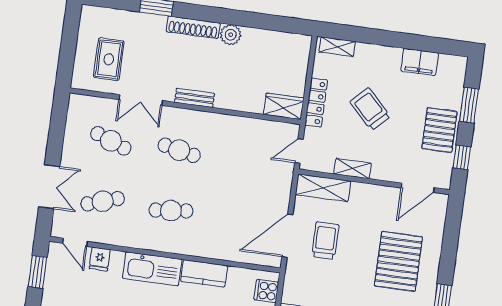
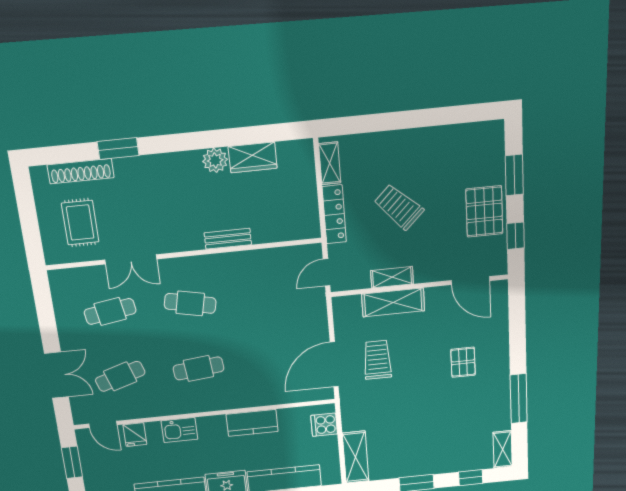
shoe rack: (193, 27) -> (81, 171), moved
shelving: (337, 47) -> (330, 163), moved, turned 90
filing cabinet: (420, 62) -> (447, 139), removed
bench: (195, 98) -> (228, 239), moved
wardrobe: (284, 106) -> (253, 157), moved, turned 180
cafe table: (111, 141) -> (110, 311), turned -30
shelving: (323, 188) -> (393, 302), moved
door: (418, 188) -> (470, 281), hinge flipped
pallet: (398, 261) -> (463, 362), width x0.49, depth x0.50
kitchen sink: (152, 269) -> (179, 430), width x0.53, depth x0.81

